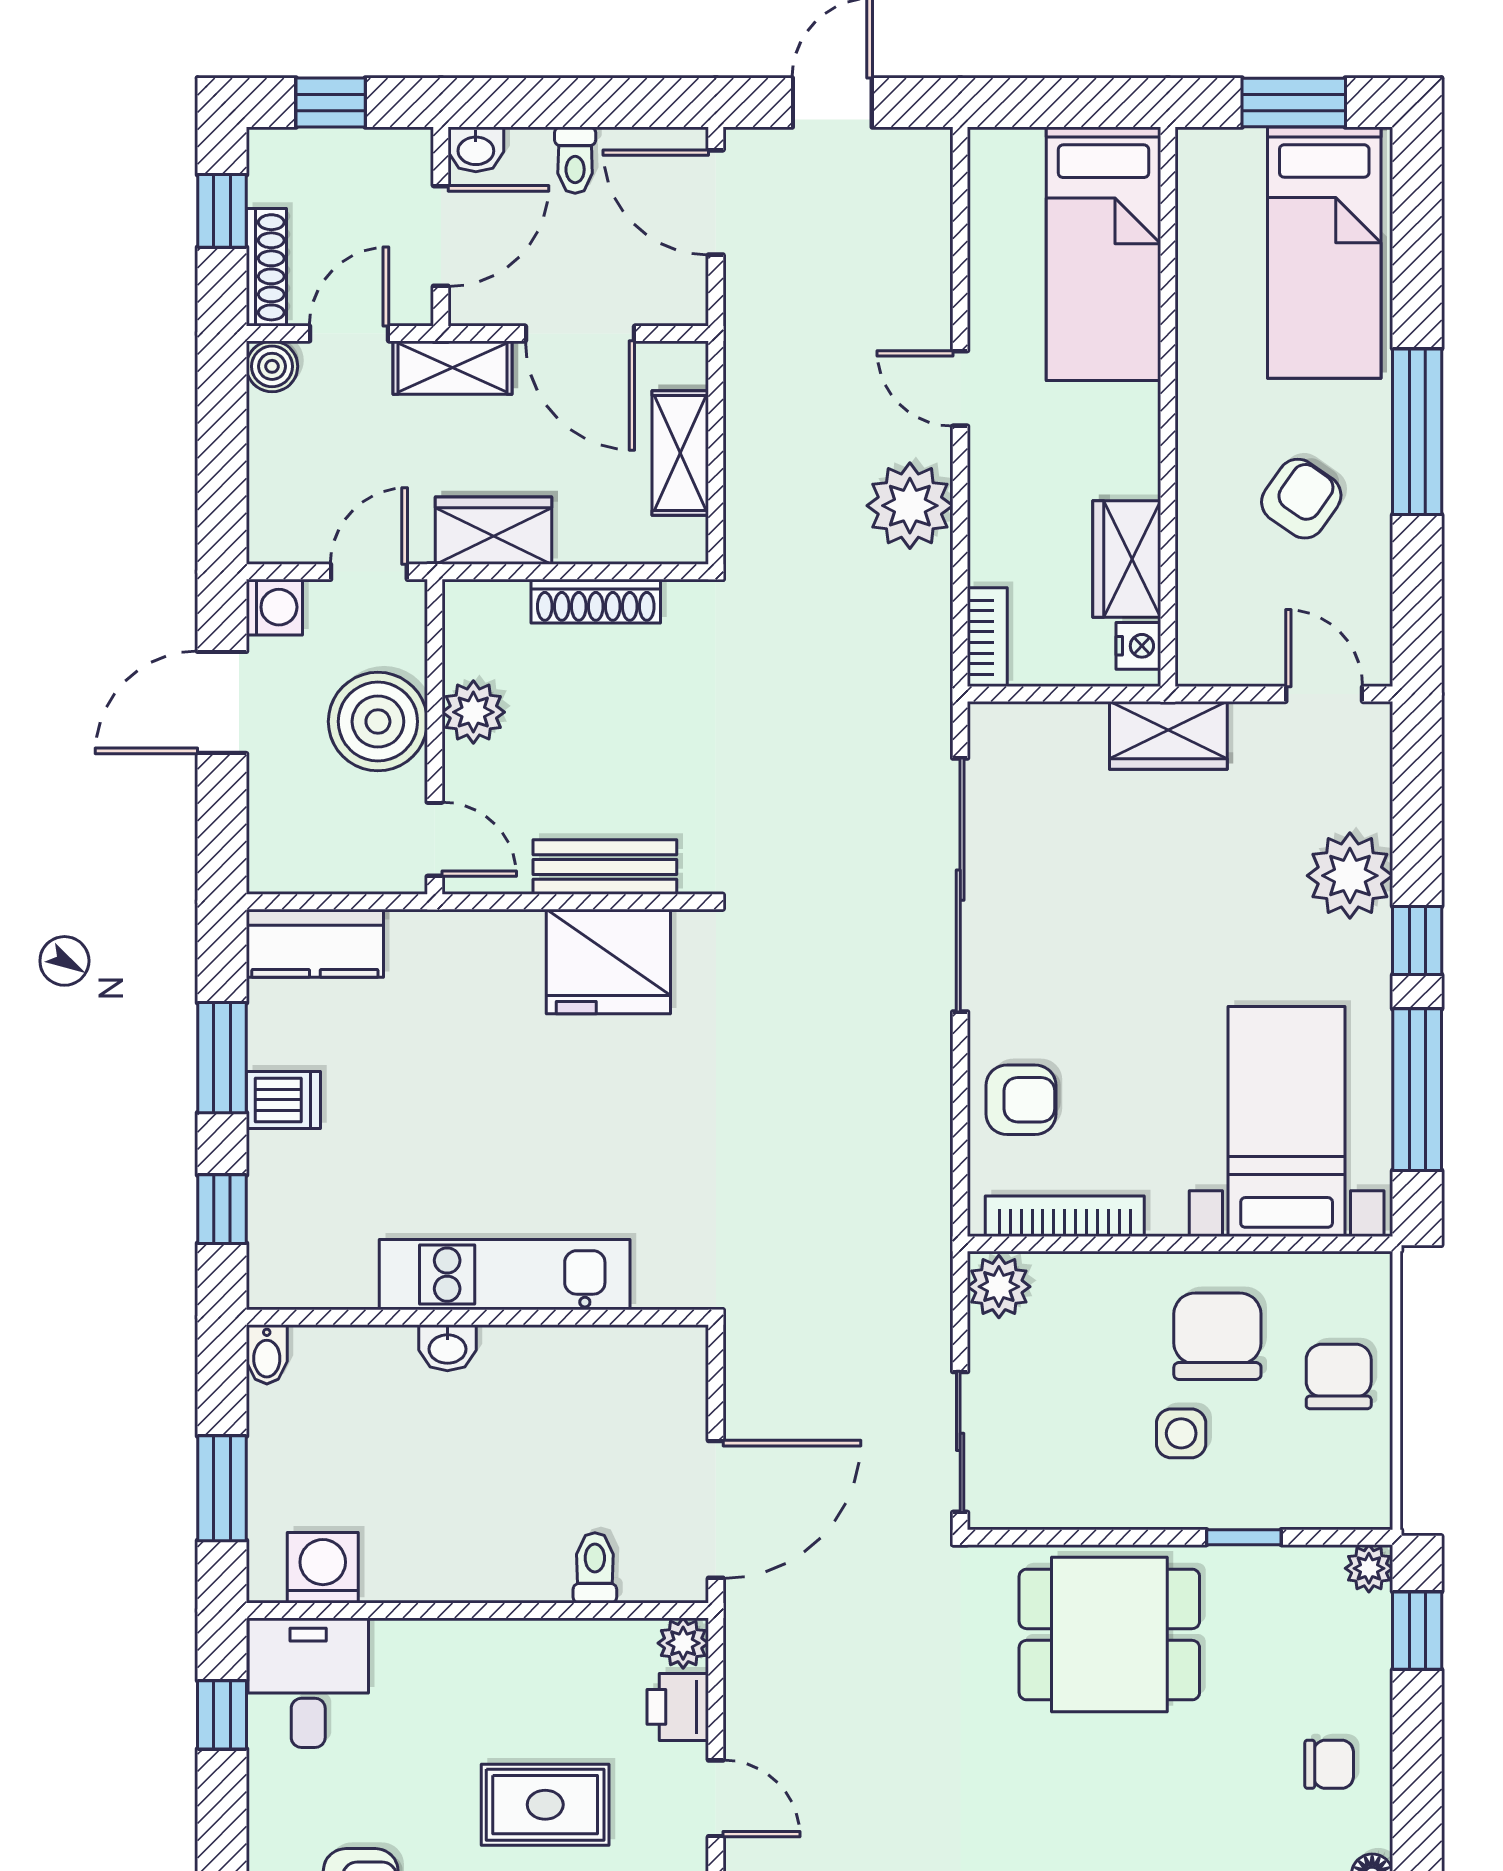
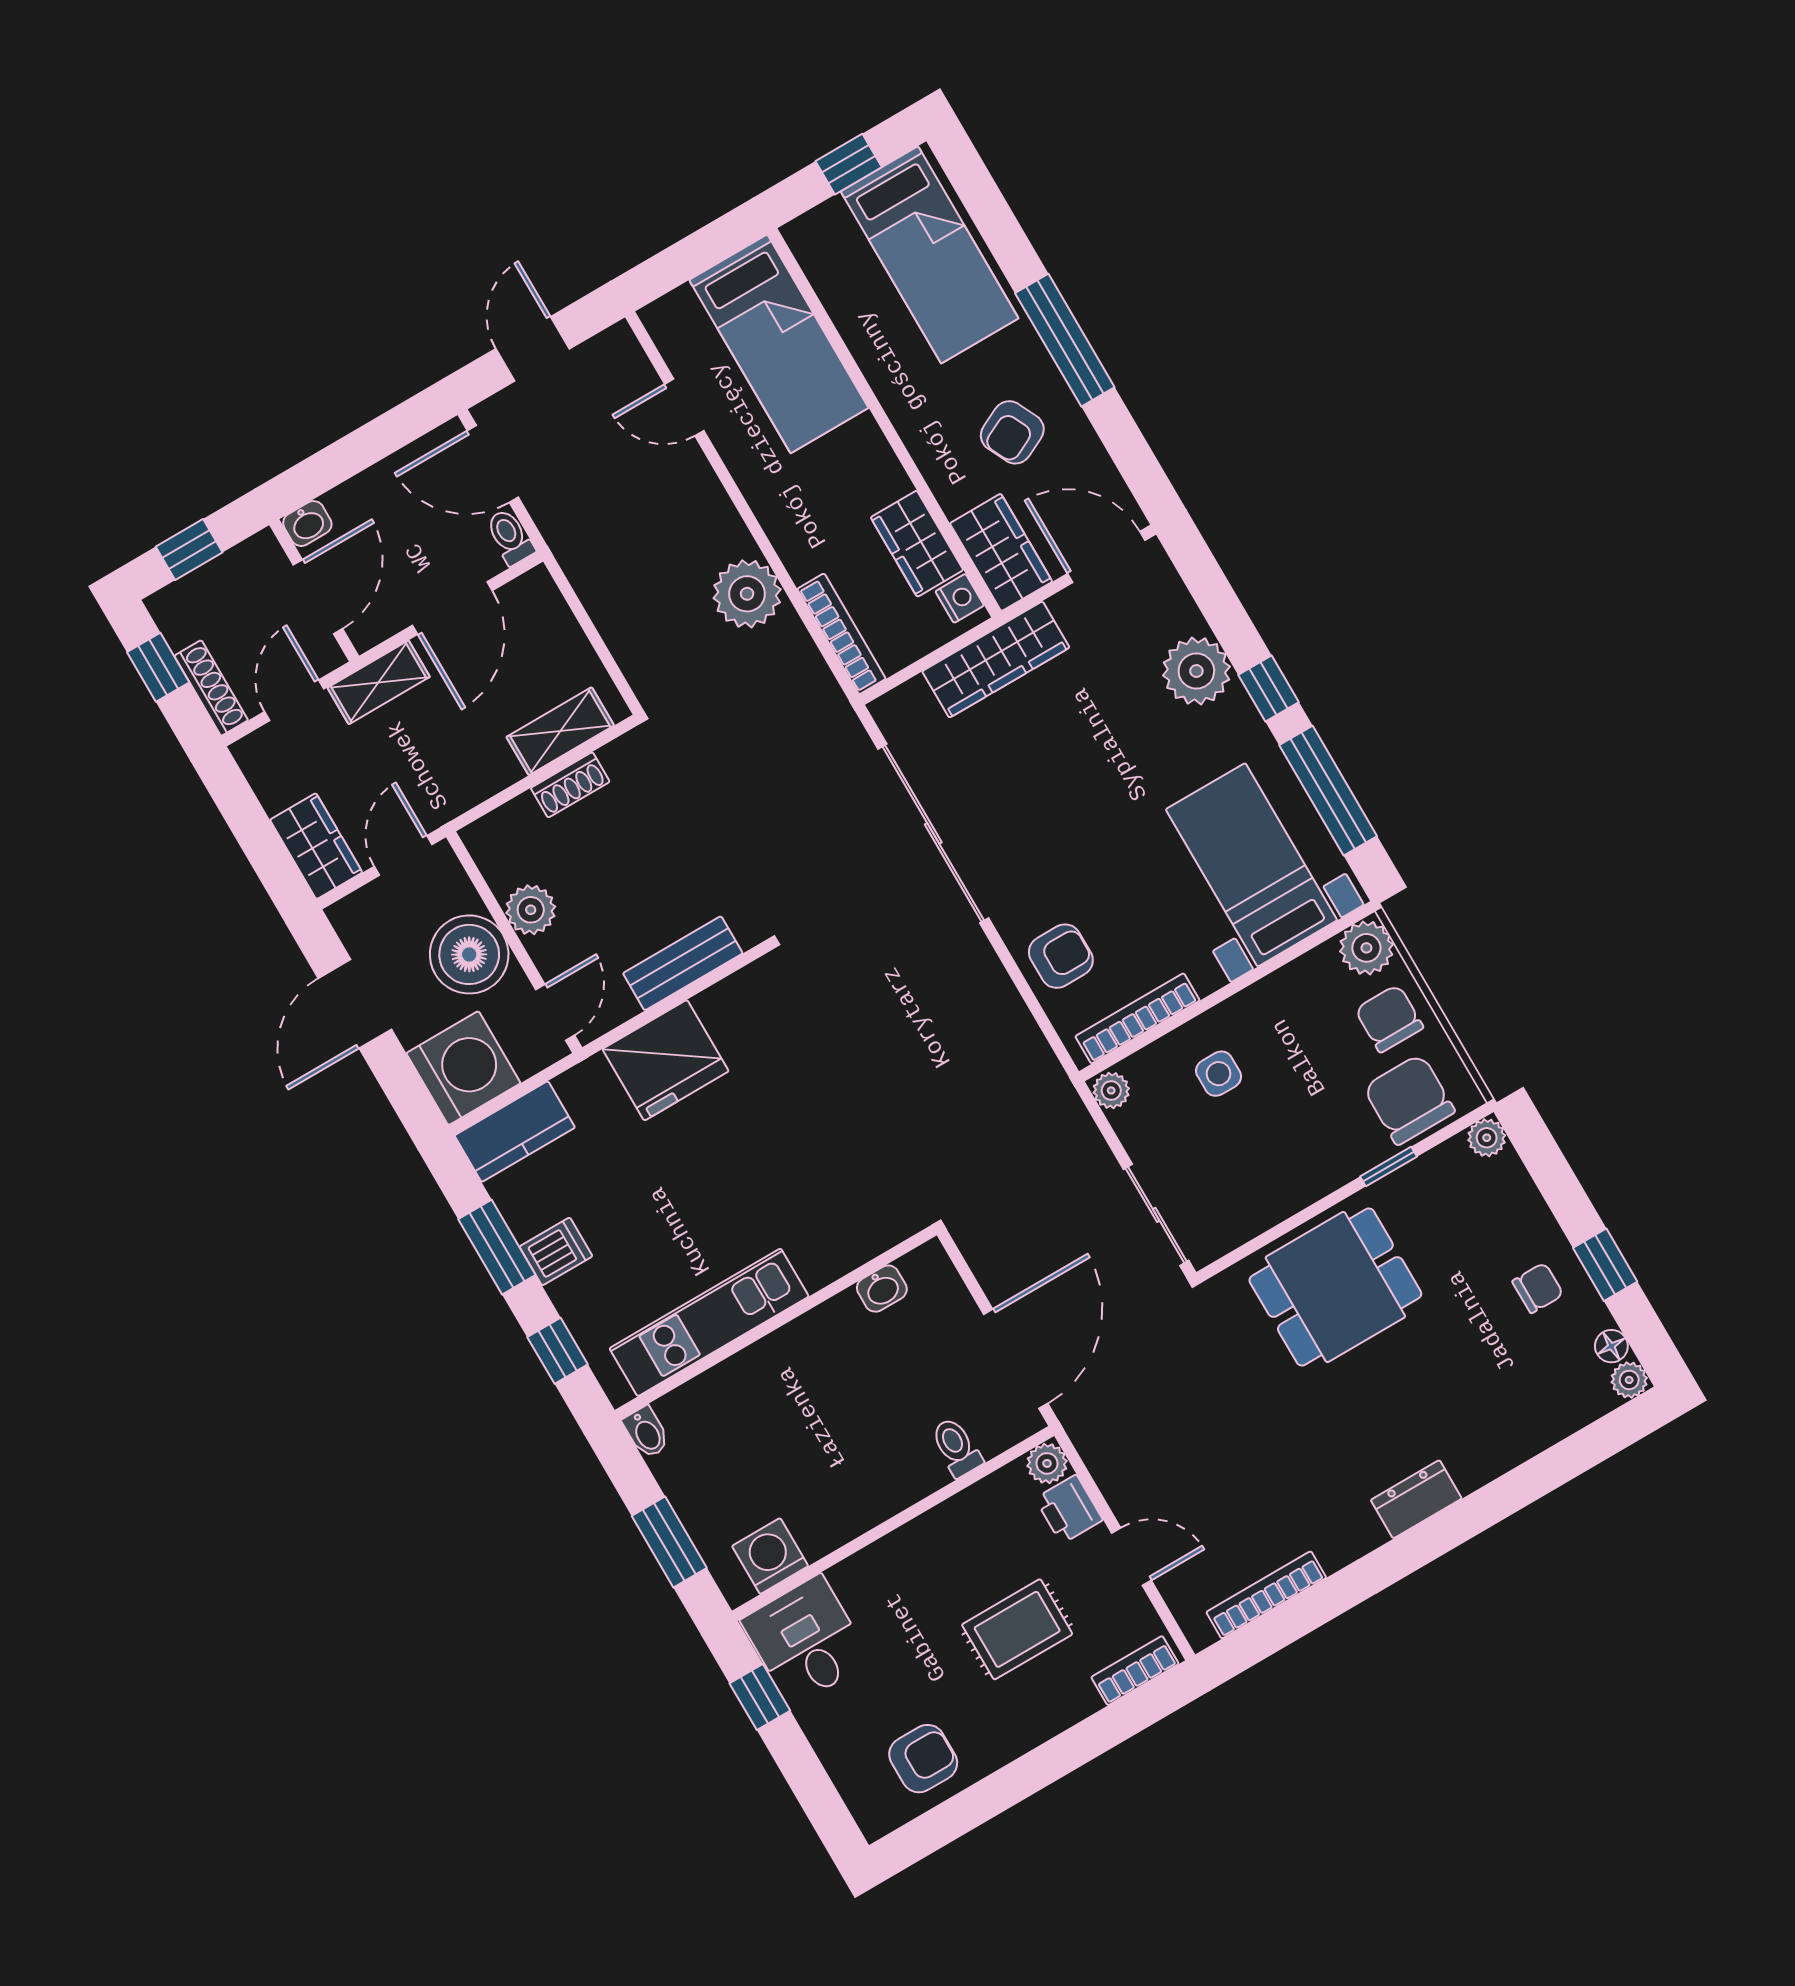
window: (1294, 103) -> (849, 164), width x0.67
toilet: (575, 160) -> (510, 537), moved, turned 180
door: (580, 334) -> (452, 608), hinge flipped
boiler: (272, 366) -> (255, 754), removed
door: (960, 388) -> (684, 407), moved
shelving: (680, 453) -> (560, 731), moved, turned 90
armchair: (1301, 499) -> (1012, 432), turned -151
wardrobe: (493, 531) -> (316, 846), moved, turned 90
shoe rack: (596, 601) -> (570, 785), width x0.70
washing machine: (274, 607) -> (463, 1068), moved, width x1.89, depth x1.89
wardrobe: (1213, 622) -> (1001, 552), added
bookcase: (987, 637) -> (842, 634), width x1.56
door: (1324, 694) -> (1106, 557), width x1.38
wardrobe: (1168, 735) -> (996, 659), width x1.50
door: (435, 839) -> (555, 1012), hinge flipped
fridge: (608, 962) -> (666, 1060), moved
kitchen unit: (505, 1275) -> (709, 1322), moved
plant: (1359, 1285) -> (1366, 948), added
plant: (999, 1287) -> (1111, 1090), width x0.73, depth x0.73
chair: (1217, 1336) -> (1409, 1099), moved
washbasin: (447, 1348) -> (882, 1289), moved
side table: (1181, 1433) -> (1219, 1074), moved
window: (1417, 1631) -> (1605, 1265), moved

